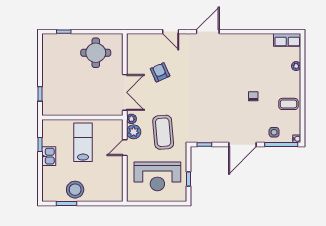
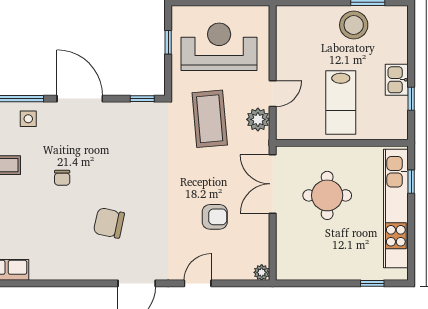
door: (171, 32) -> (198, 283), hinge flipped
round table: (96, 53) -> (327, 195), moved
chair: (225, 69) -> (109, 223), added
armchair: (160, 72) -> (215, 217), turned -66
kitchen unit: (49, 77) -> (396, 209), added
plant: (131, 119) -> (262, 272), moved
door: (242, 145) -> (80, 99), hinge flipped

